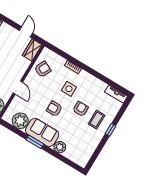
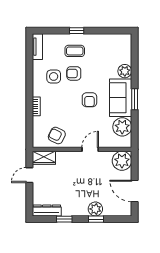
side table: (69, 89) -> (54, 76), moved

